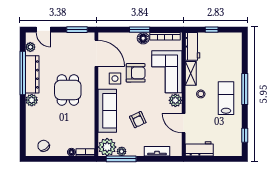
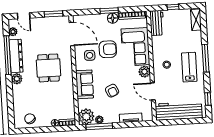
shelving: (191, 73) -> (196, 20), moved
sofa: (107, 111) -> (85, 84), width x0.73
workbench: (199, 149) -> (179, 111), width x1.88, depth x1.32

